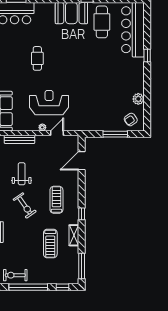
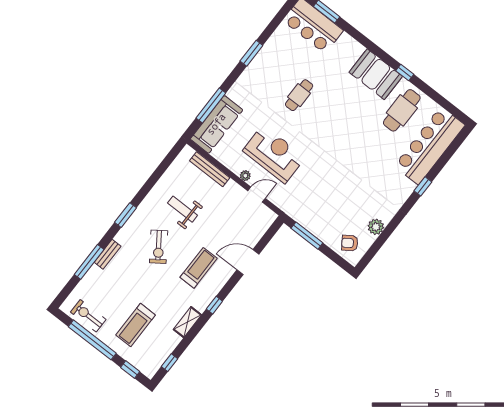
window: (115, 134) -> (307, 236), moved
door: (82, 161) -> (248, 262), moved
weight bench: (22, 174) -> (183, 209), turned -90
treadmill: (50, 244) -> (136, 325), moved
window: (82, 266) -> (170, 363), width x0.46

